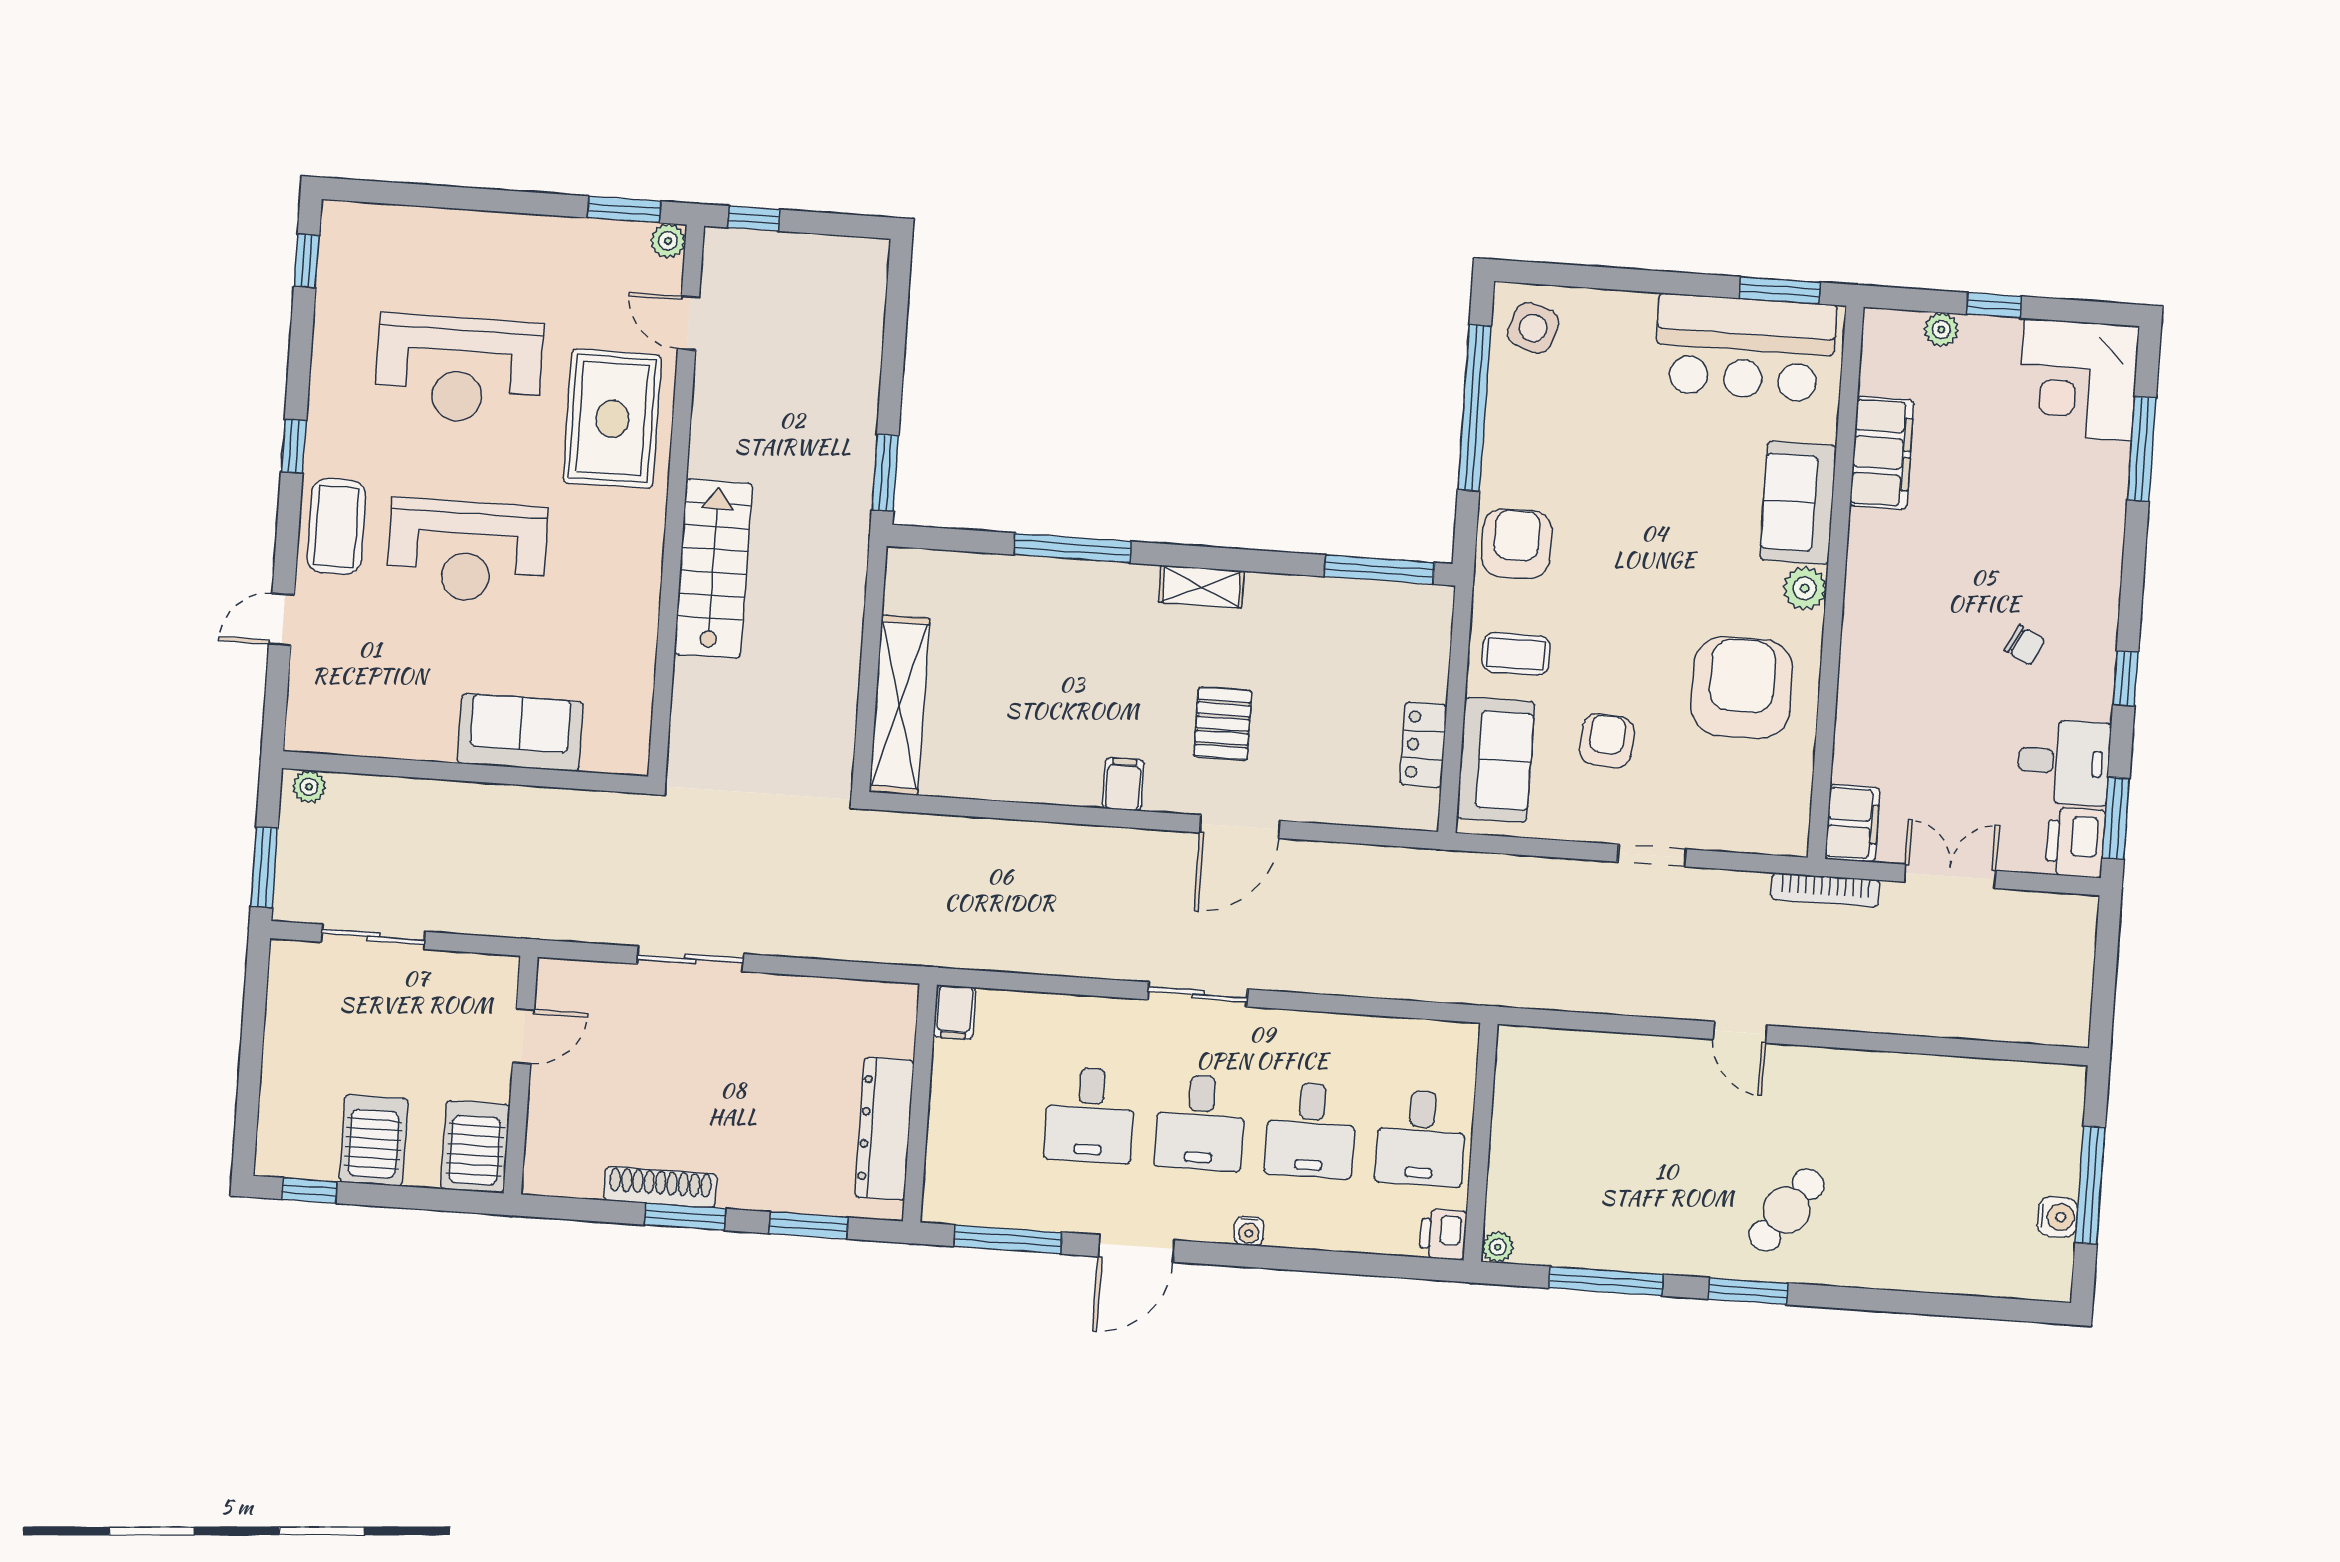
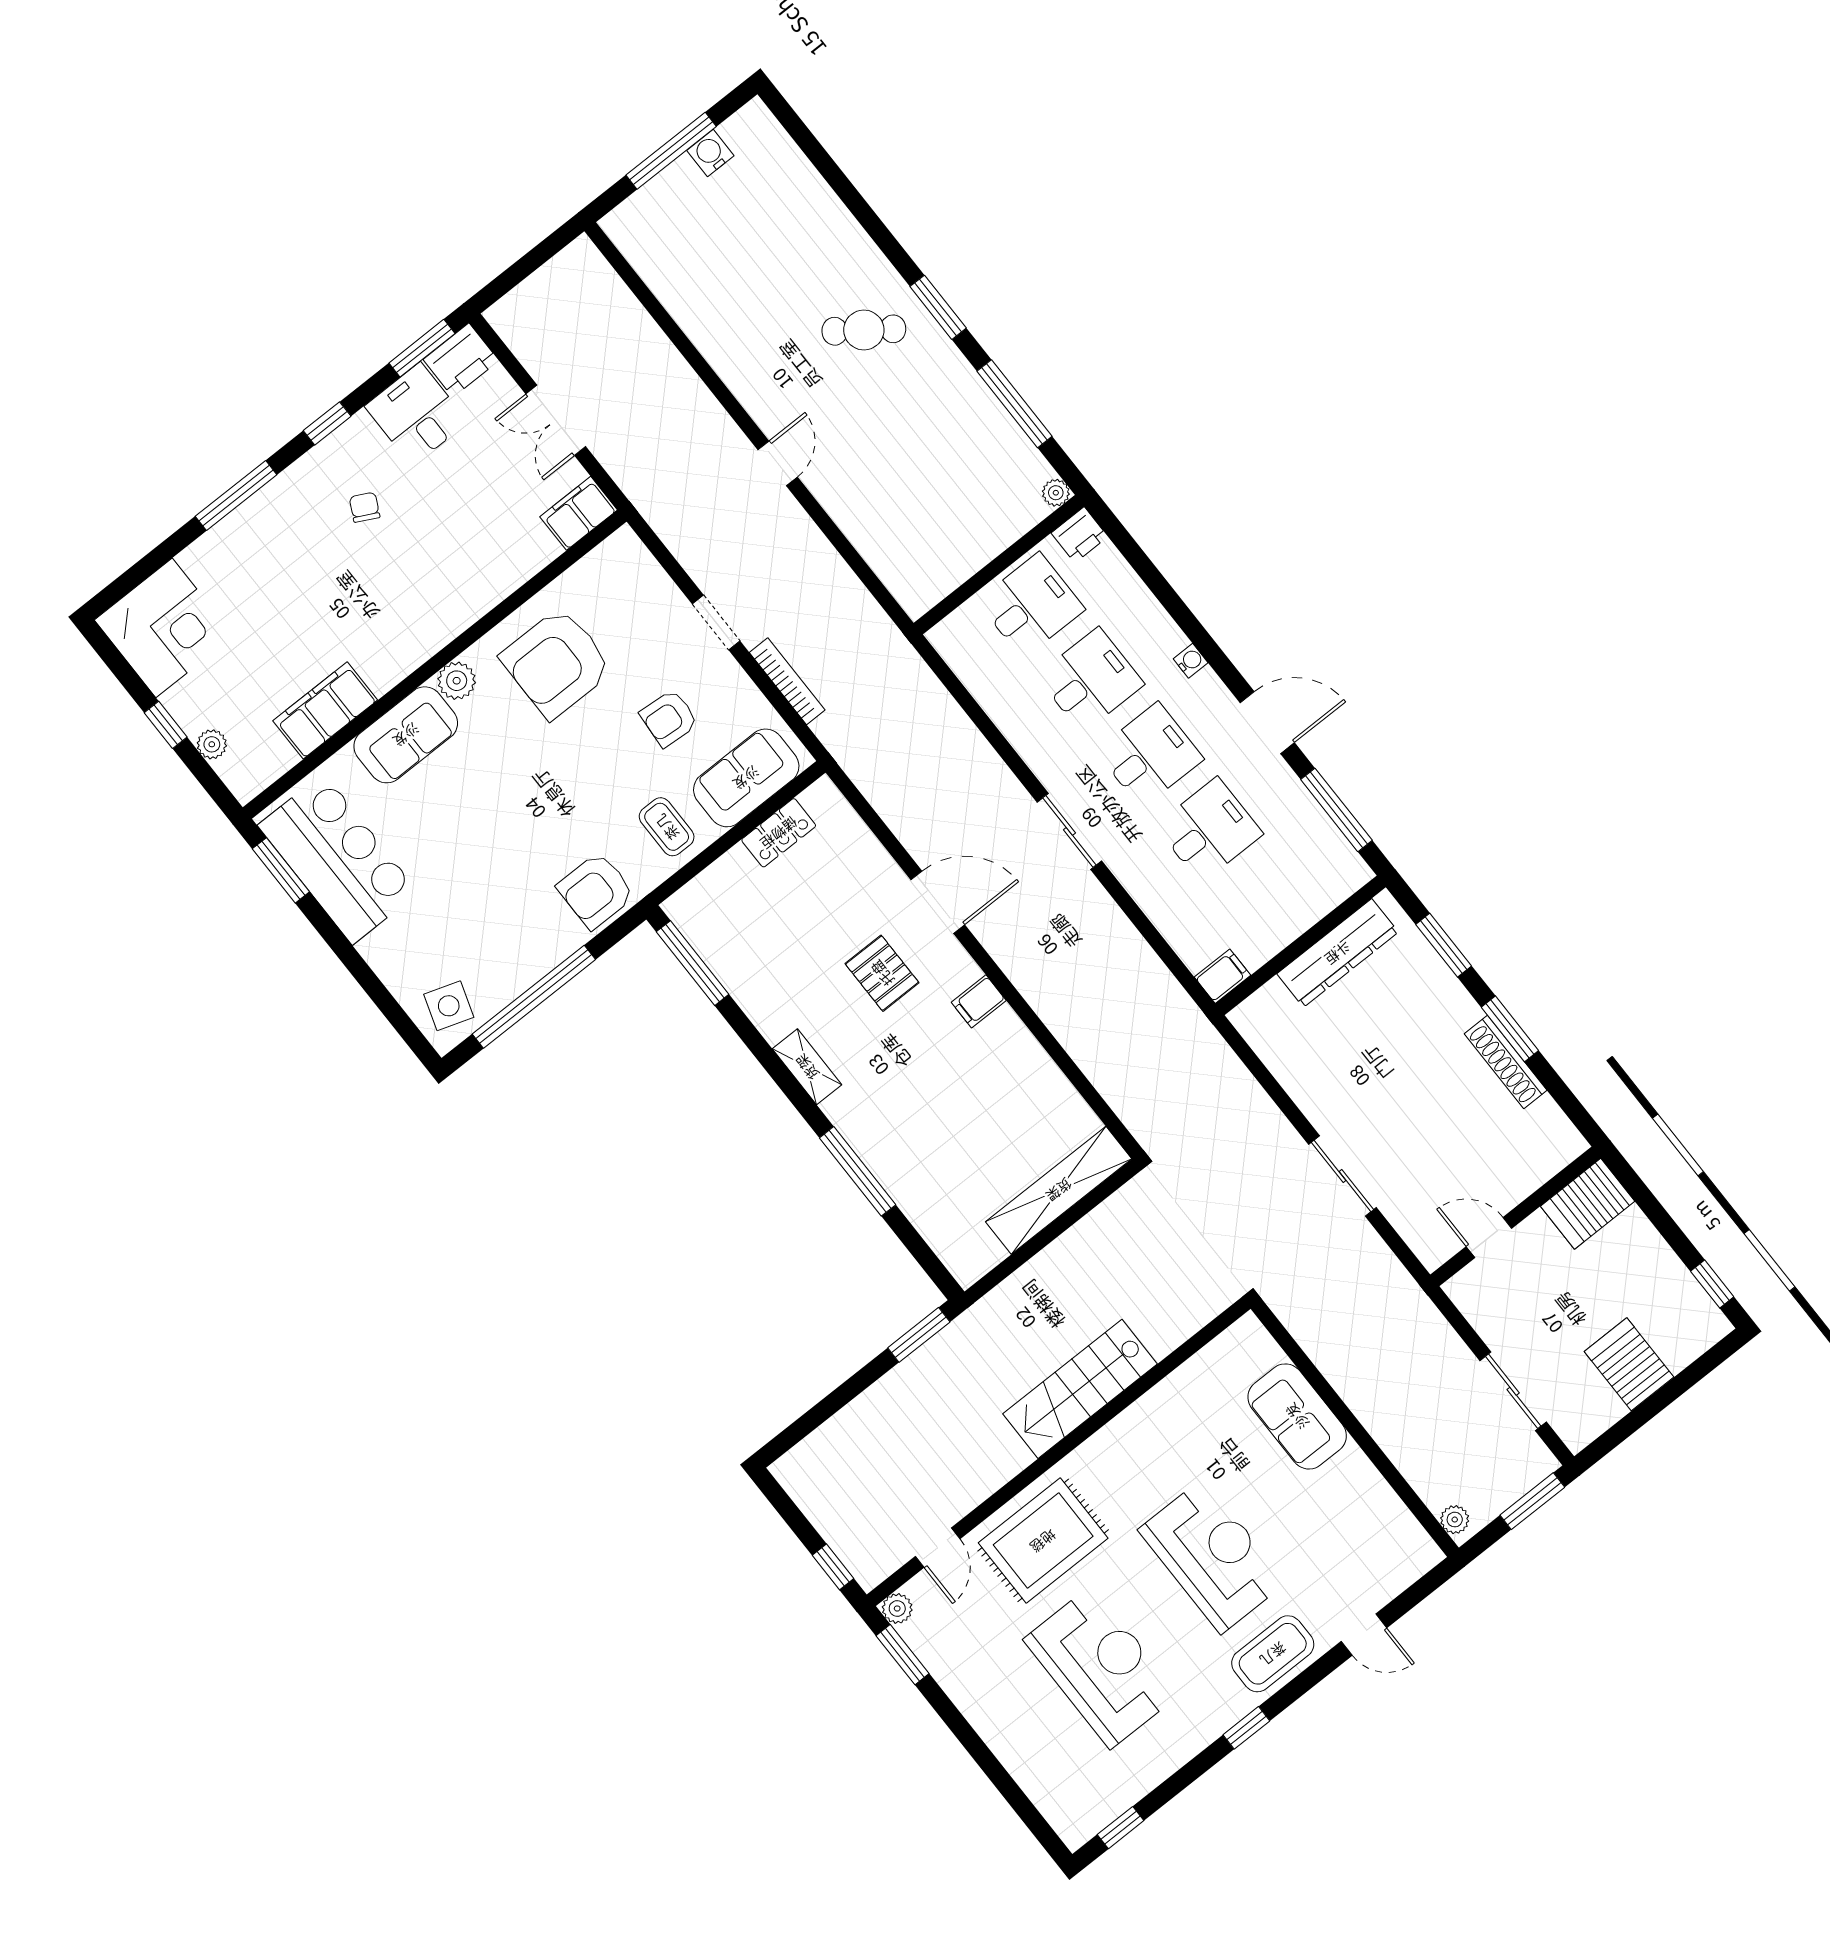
window: (2142, 449) -> (236, 496), moved
pallet: (1223, 724) -> (882, 973), turned 90
bookcase: (1825, 890) -> (787, 681), moved
server rack: (374, 1140) -> (1629, 1364), moved, turned 90

